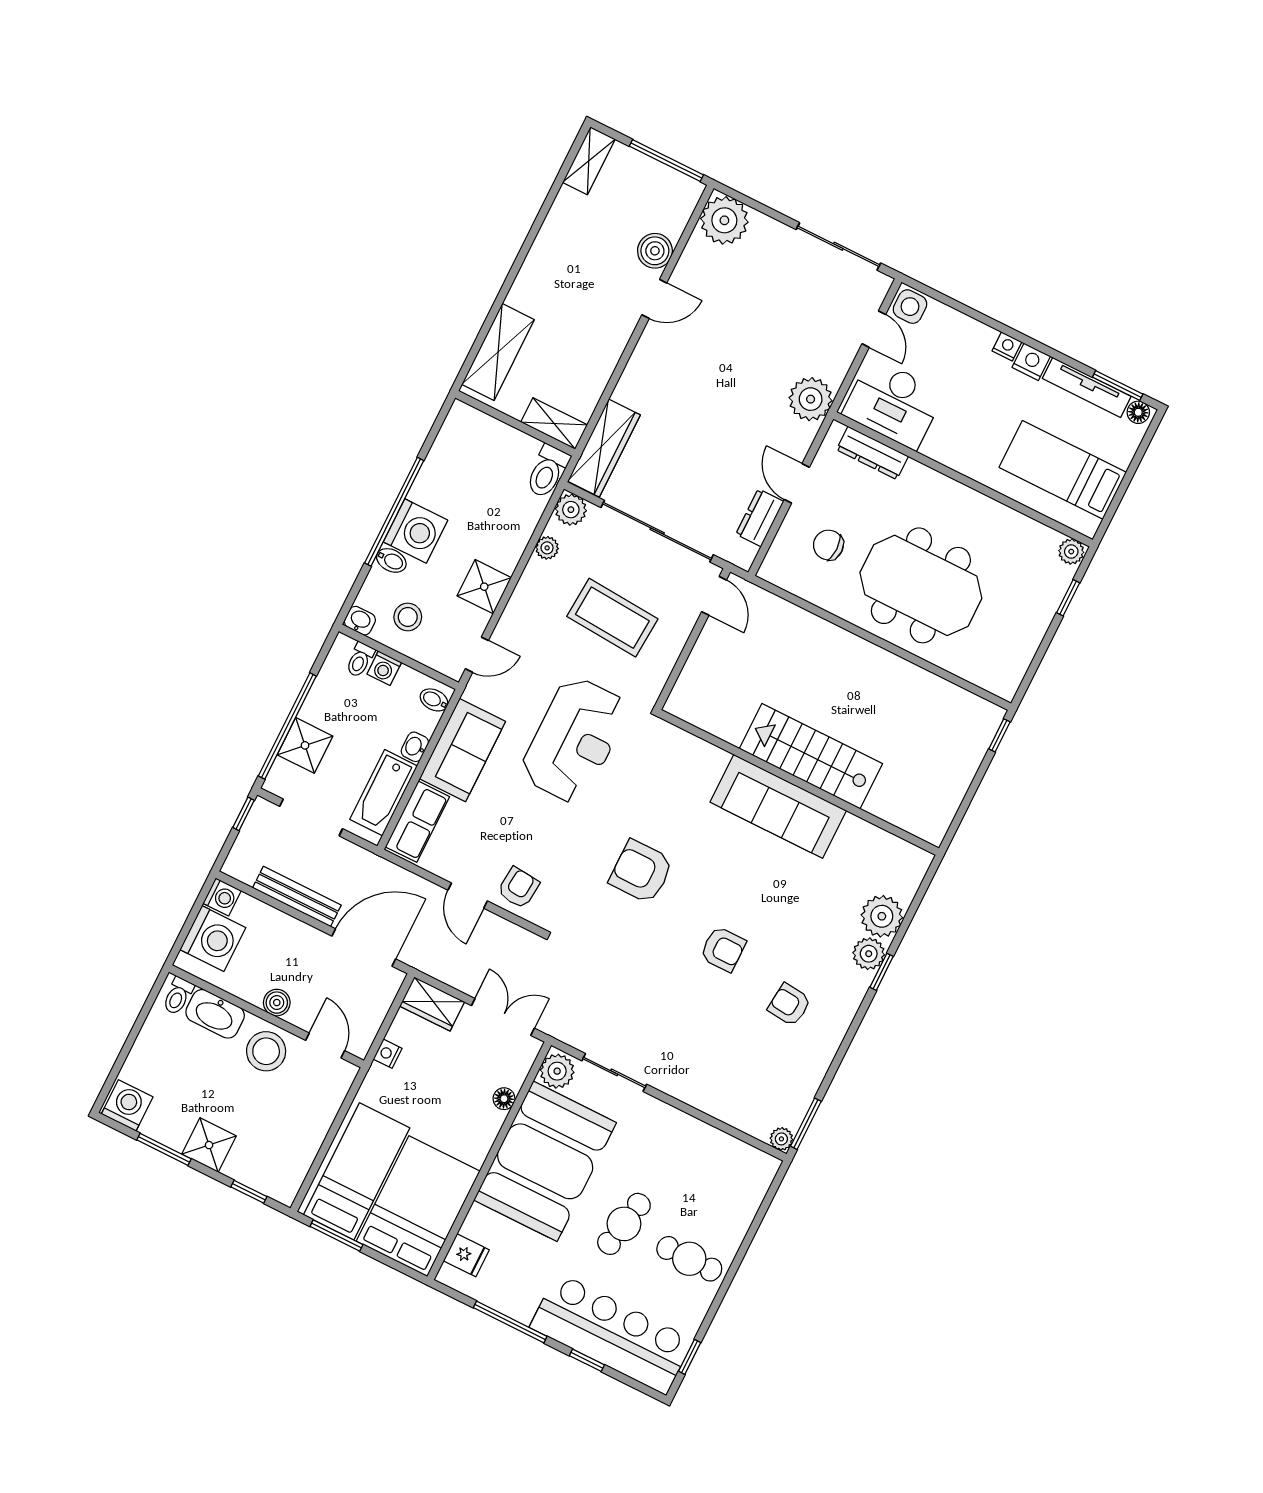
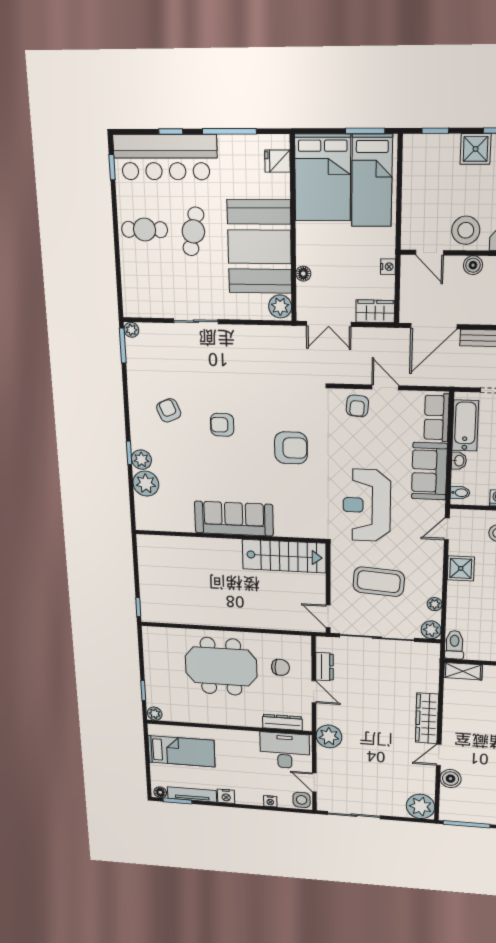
nightstand: (1007, 346) -> (270, 801), moved
wardrobe: (604, 448) -> (427, 718), moved
stairs: (811, 756) -> (284, 556), moved
armchair: (789, 1005) -> (169, 410), turned -119
sliding door: (614, 1072) -> (196, 321), moved

